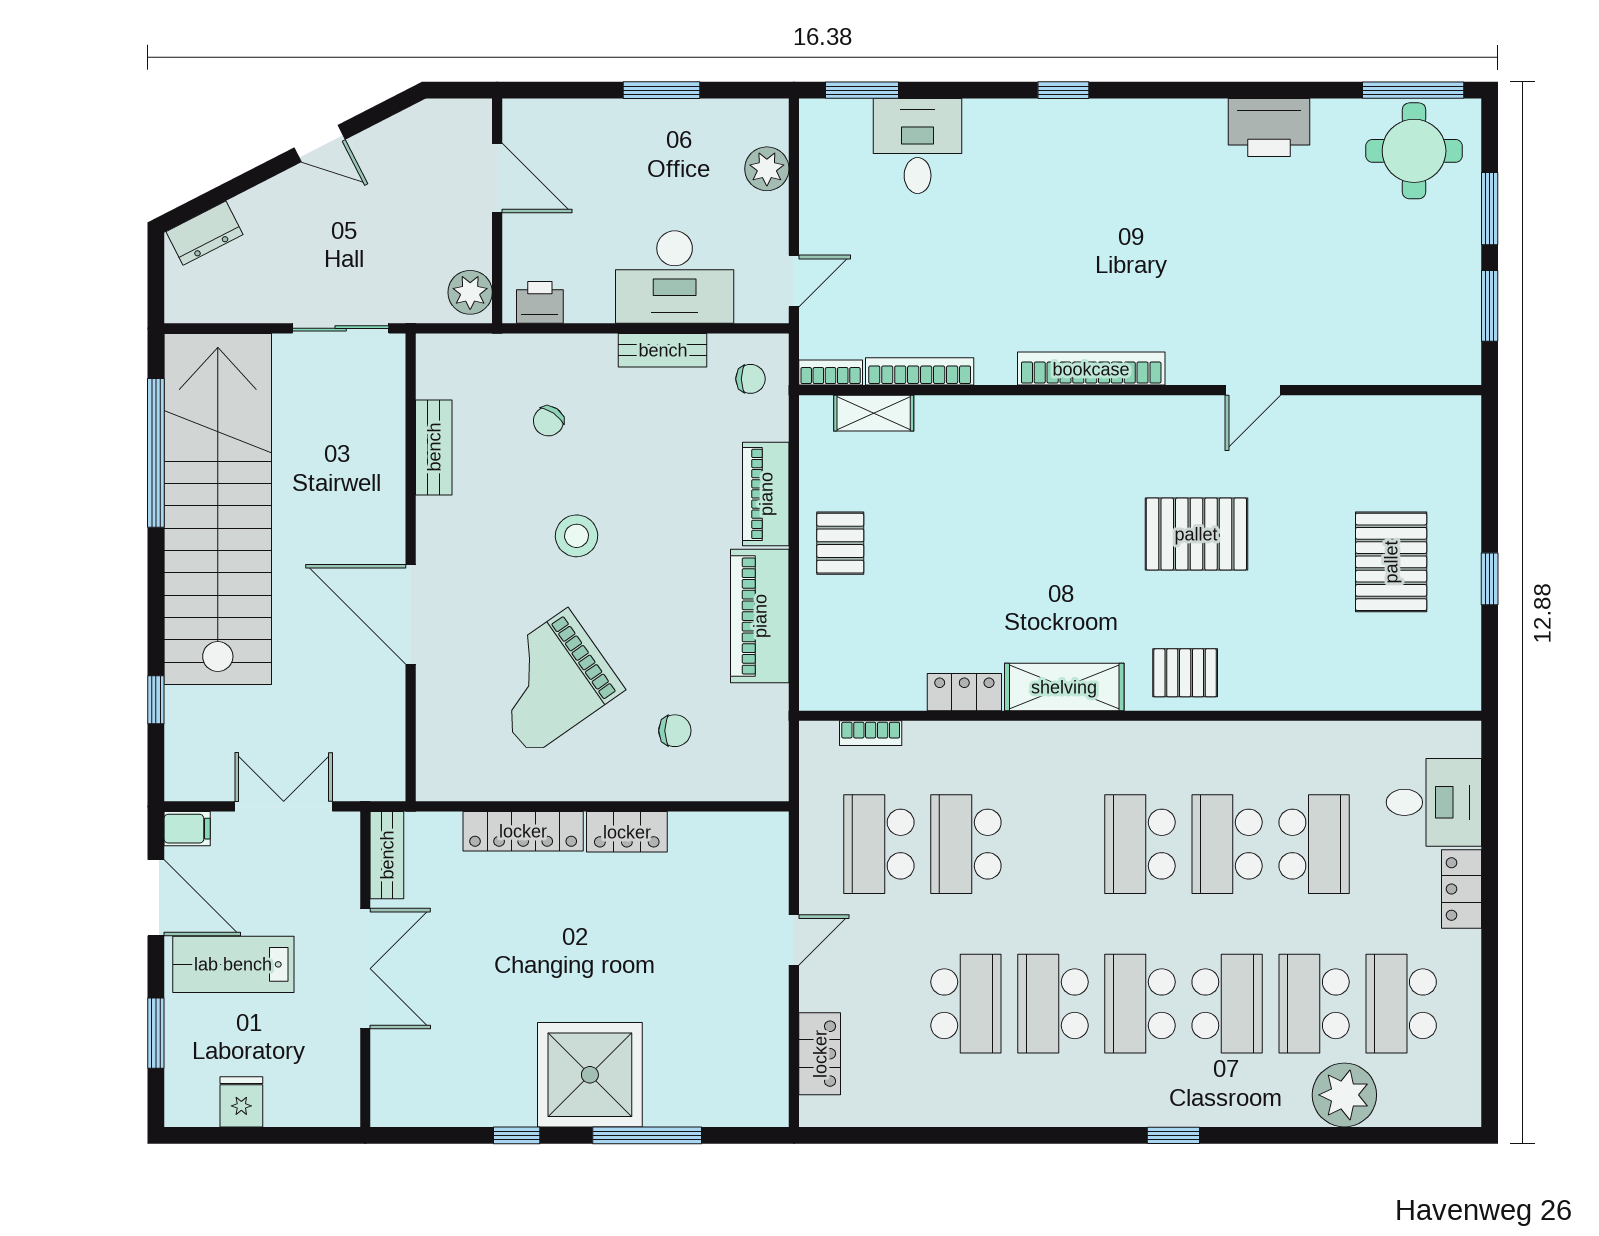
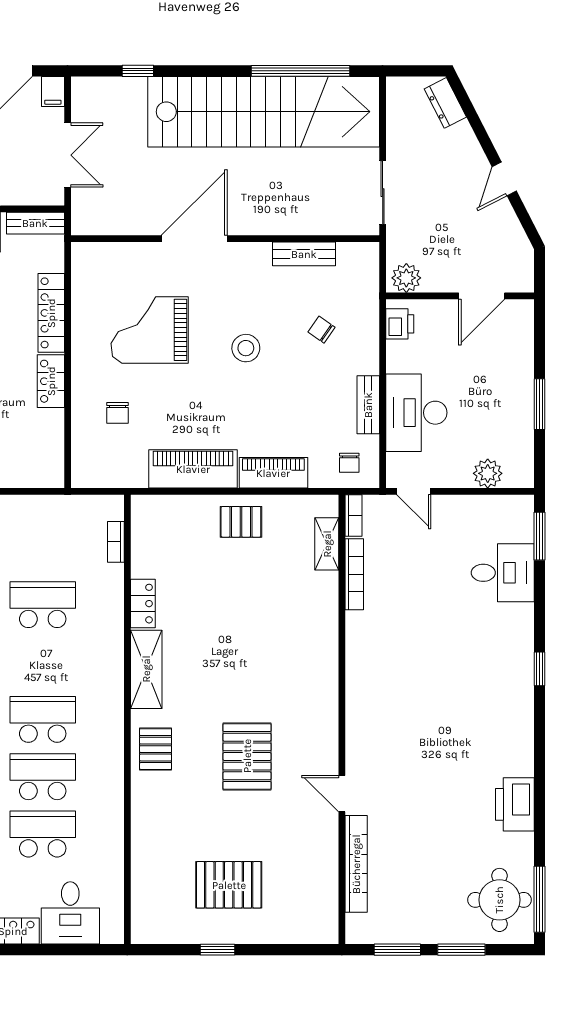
bookcase: (1091, 369) -> (356, 864), moved
grand piano: (549, 682) -> (150, 330), turned -55
school desk: (879, 844) -> (43, 547), removed
school desk: (1314, 844) -> (43, 834), turned 180

